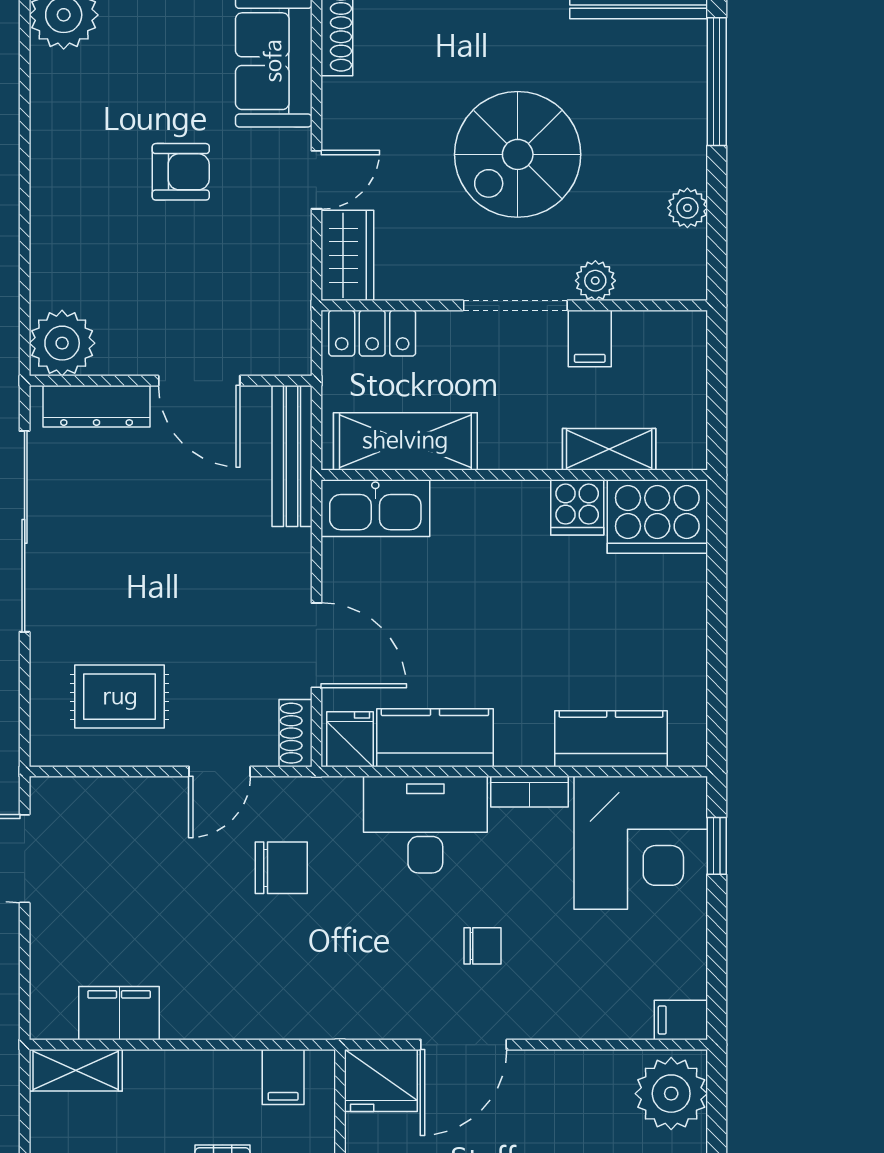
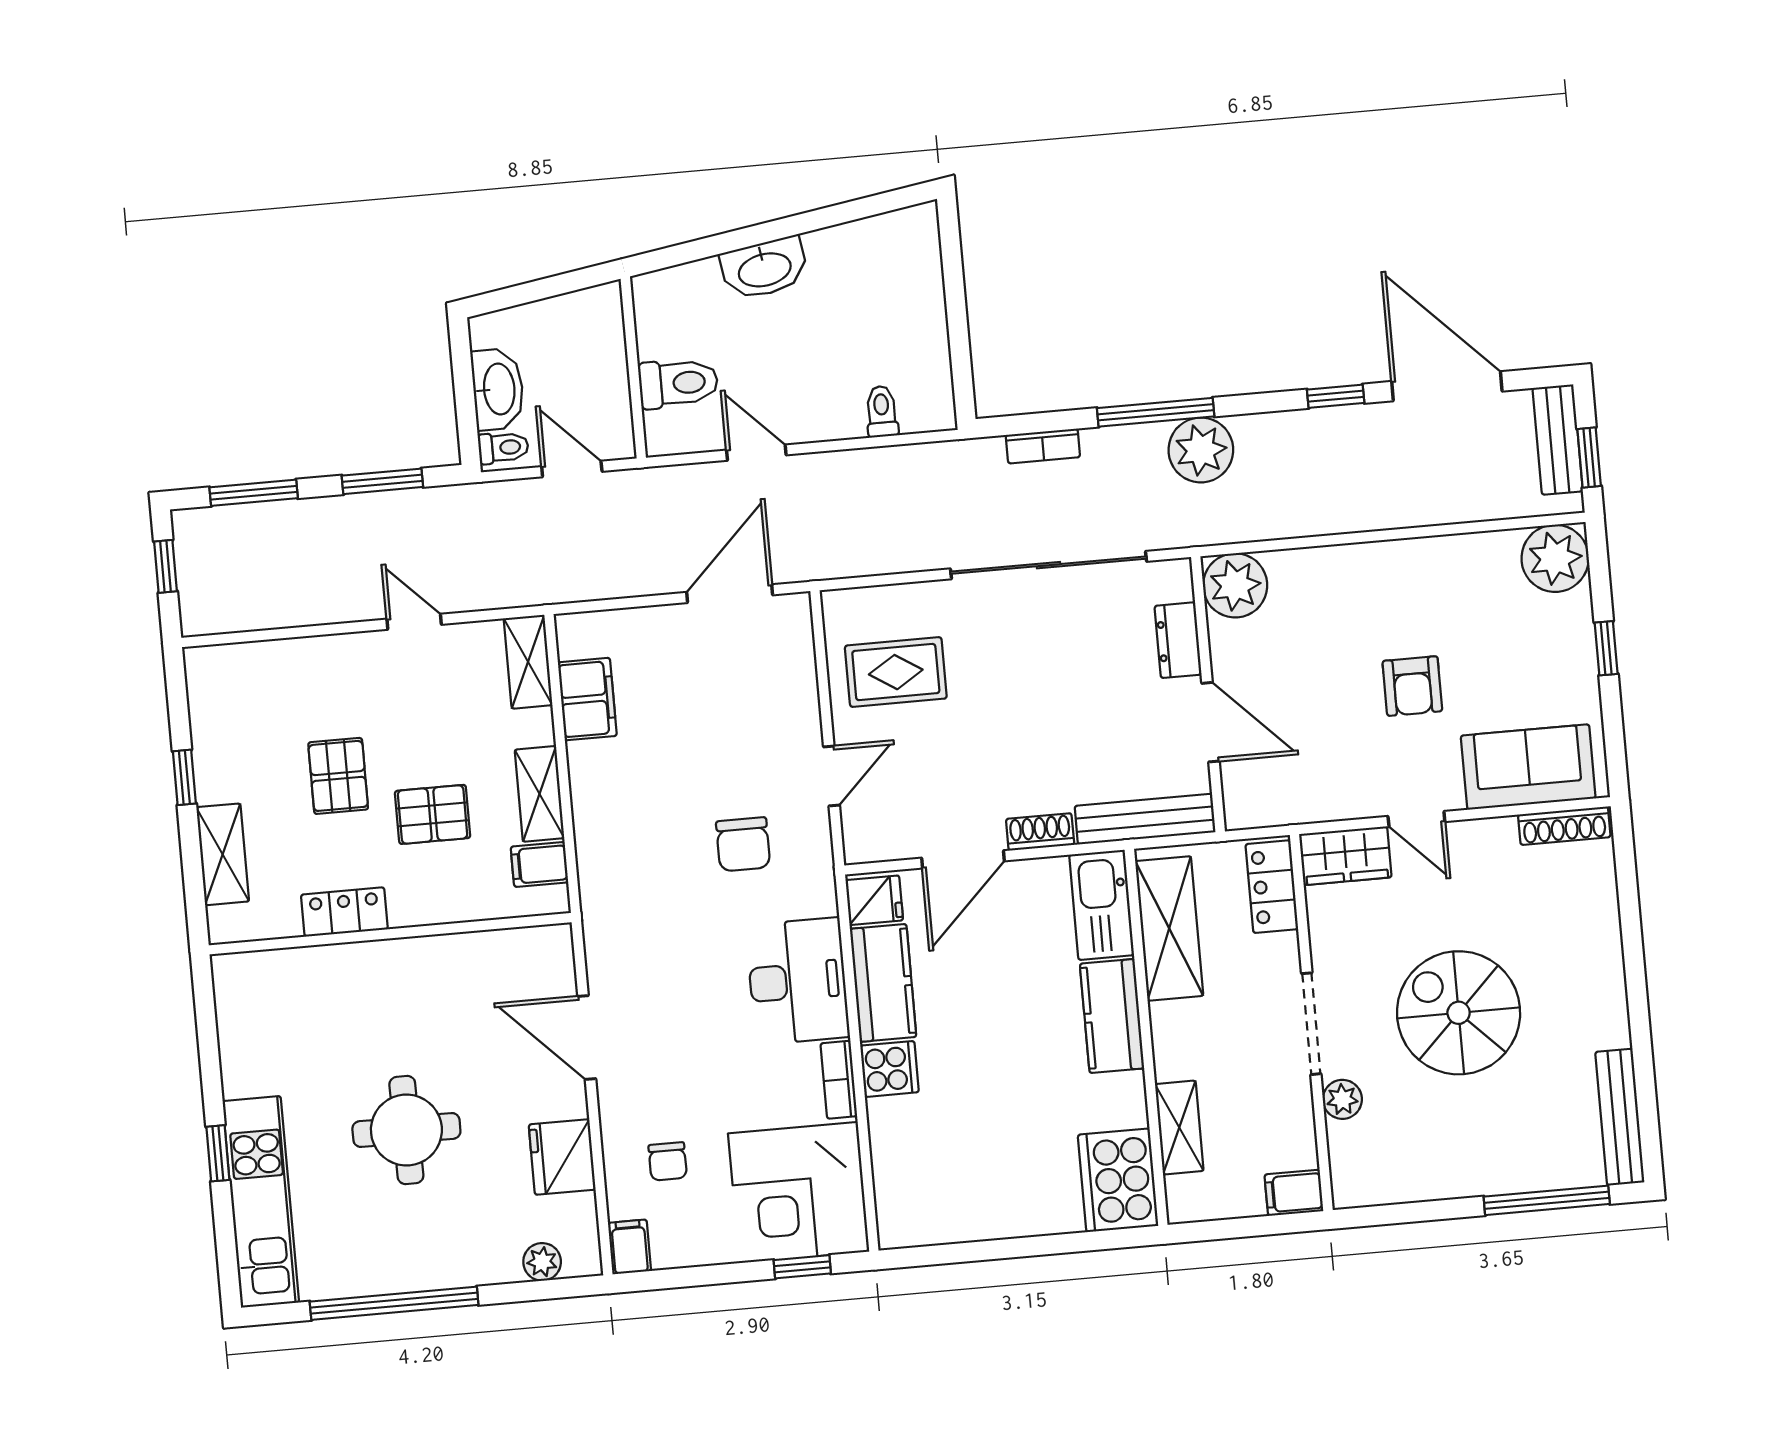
plant: (687, 208) -> (1421, 1183), removed
filing cabinet: (590, 338) -> (1294, 1193), moved
door: (199, 381) -> (1210, 722), swing flipped
dresser: (97, 406) -> (1178, 640), width x0.70
cooker: (577, 507) -> (890, 1069), moved, turned 180
rug: (120, 697) -> (896, 672), turned 90
shoe rack: (295, 733) -> (1040, 832), moved
kitchen counter: (611, 739) -> (1112, 1016), moved, turned 180
door: (220, 771) -> (832, 776), swing flipped
chair: (482, 946) -> (668, 1161), moved
shelving: (211, 1071) -> (539, 794), added
fridge: (381, 1080) -> (562, 1157), moved
plant: (671, 1094) -> (542, 1262), width x0.53, depth x0.53

